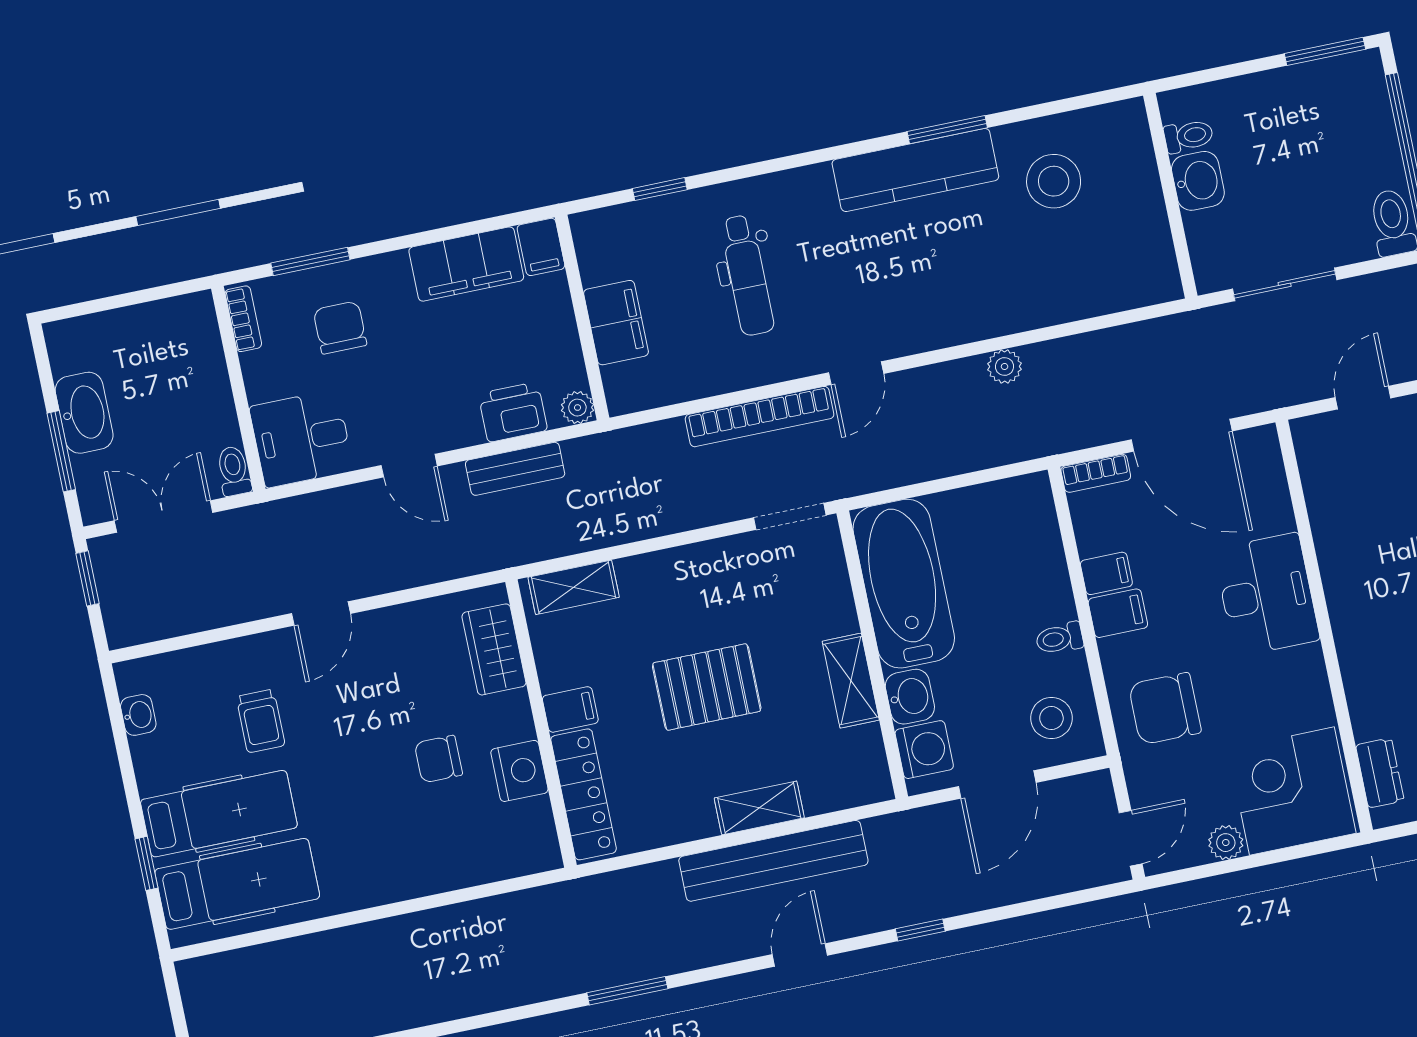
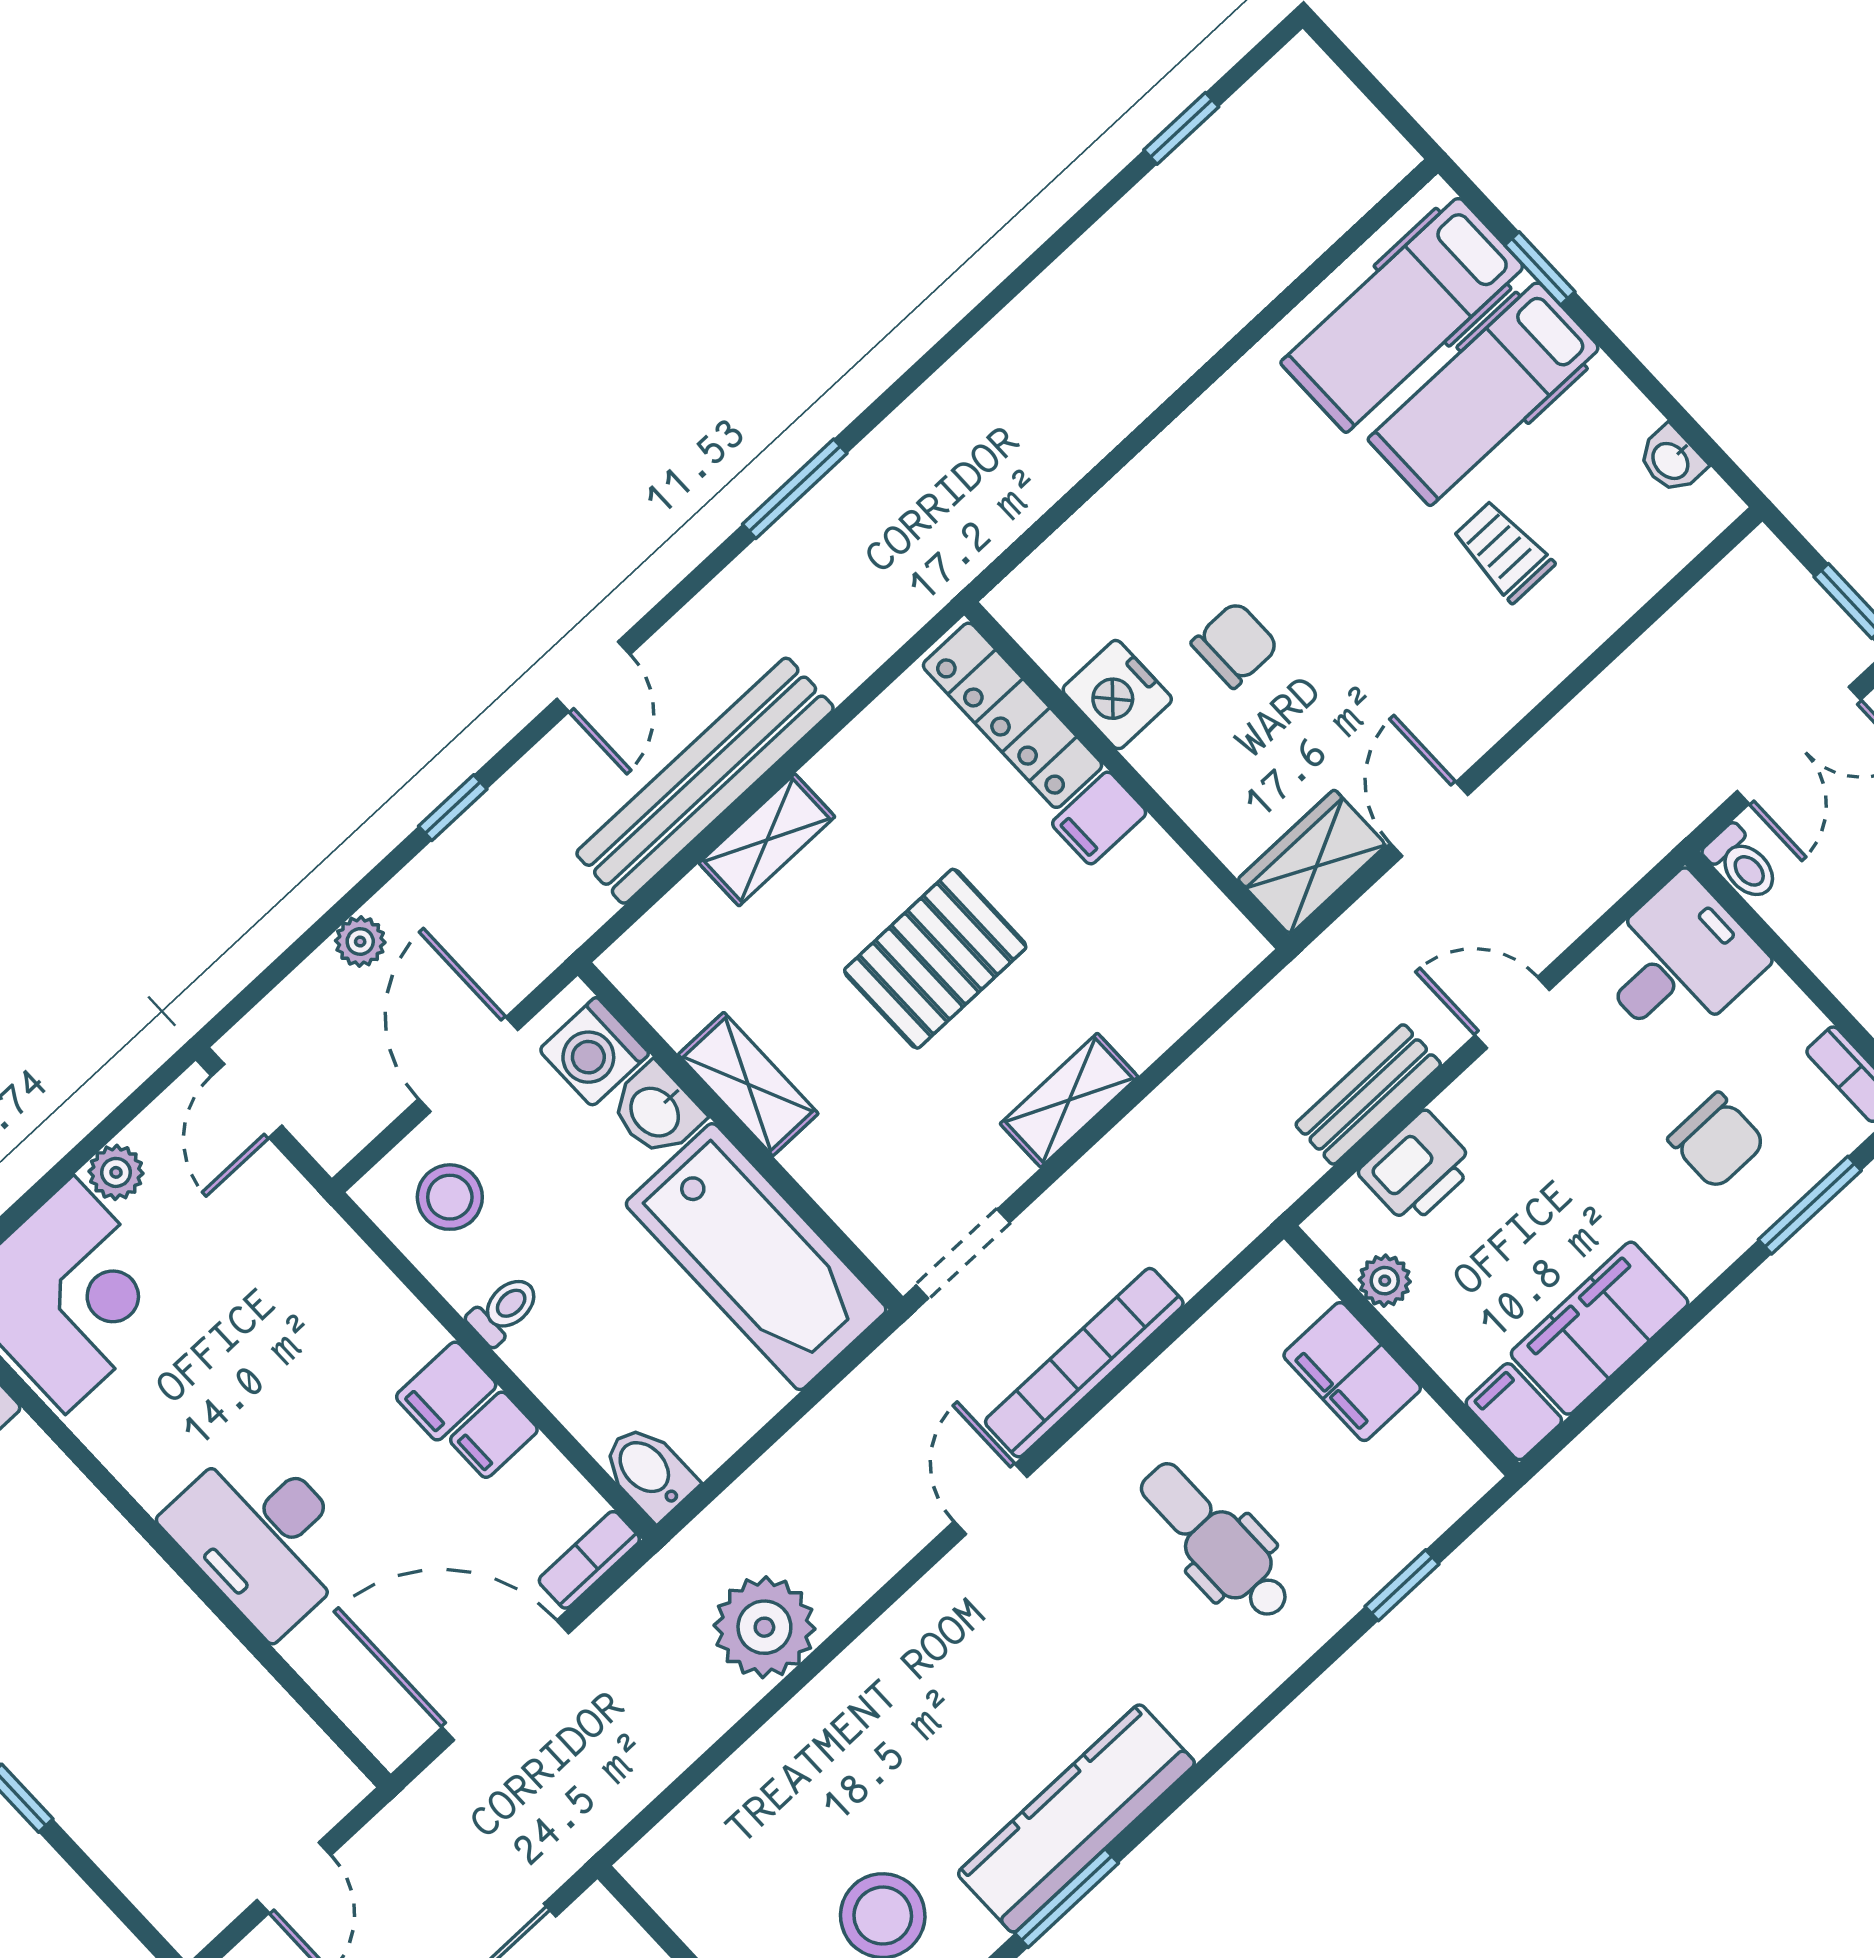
plant: (1005, 366) -> (764, 1627), width x1.88, depth x1.88
plant: (577, 408) -> (1385, 1281), moved
bidet: (1034, 502) -> (649, 1472), added
shelving: (574, 587) -> (1069, 1100), moved
door: (321, 614) -> (1429, 819), moved
wardrobe: (494, 649) -> (1312, 862), moved, turned -90
chair: (1165, 709) -> (306, 1302), removed
plant: (1015, 888) -> (360, 942), added

